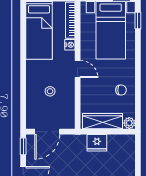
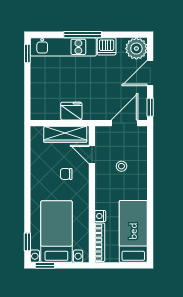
door: (78, 69) -> (92, 154), moved
chair: (121, 90) -> (66, 174), moved
plant: (129, 123) -> (37, 132), removed

